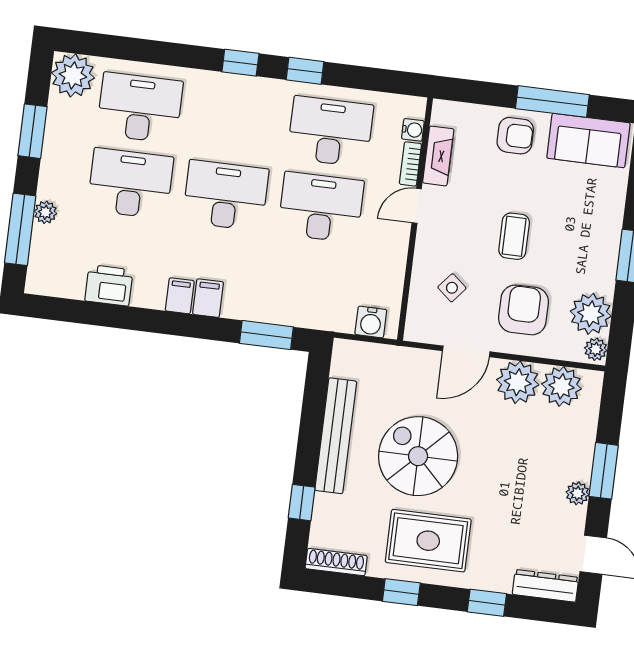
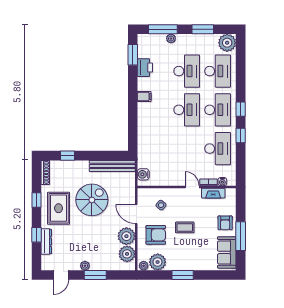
desk: (321, 207) -> (218, 110), moved
filing cabinet: (208, 298) -> (145, 108), removed
window: (266, 335) -> (133, 55), moved
bench: (336, 436) -> (112, 166), moved
dresser: (545, 586) -> (46, 241), moved

